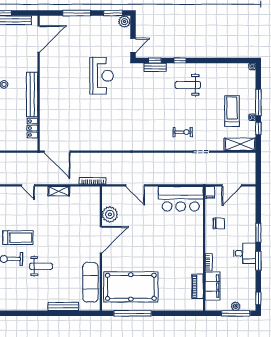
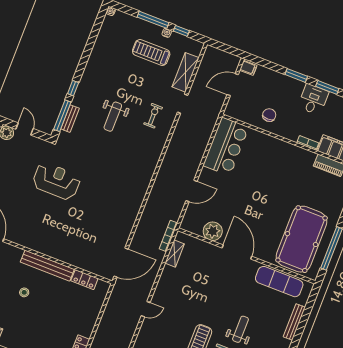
door: (133, 45) -> (25, 129), moved
window: (155, 60) -> (62, 116), width x2.17
weight bench: (188, 85) -> (113, 117), moved
shelving: (240, 144) -> (185, 72), moved
door: (232, 185) -> (233, 85), swing flipped
shelving: (59, 191) -> (175, 254), moved
filing cabinet: (210, 192) -> (248, 68), moved

